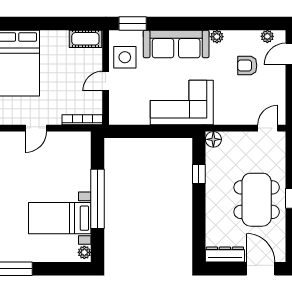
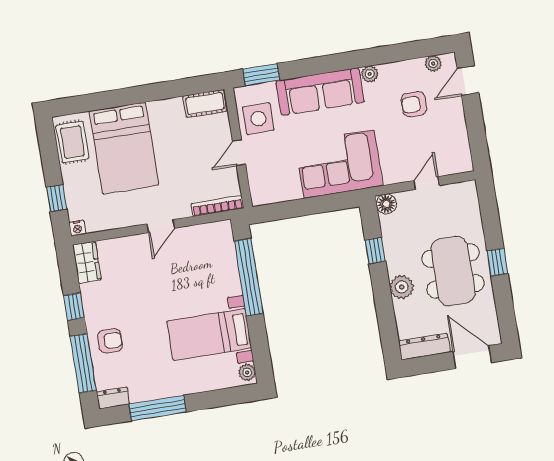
door: (268, 128) -> (427, 183), moved
window: (98, 199) -> (249, 277), moved
plant: (215, 206) -> (402, 287), added

